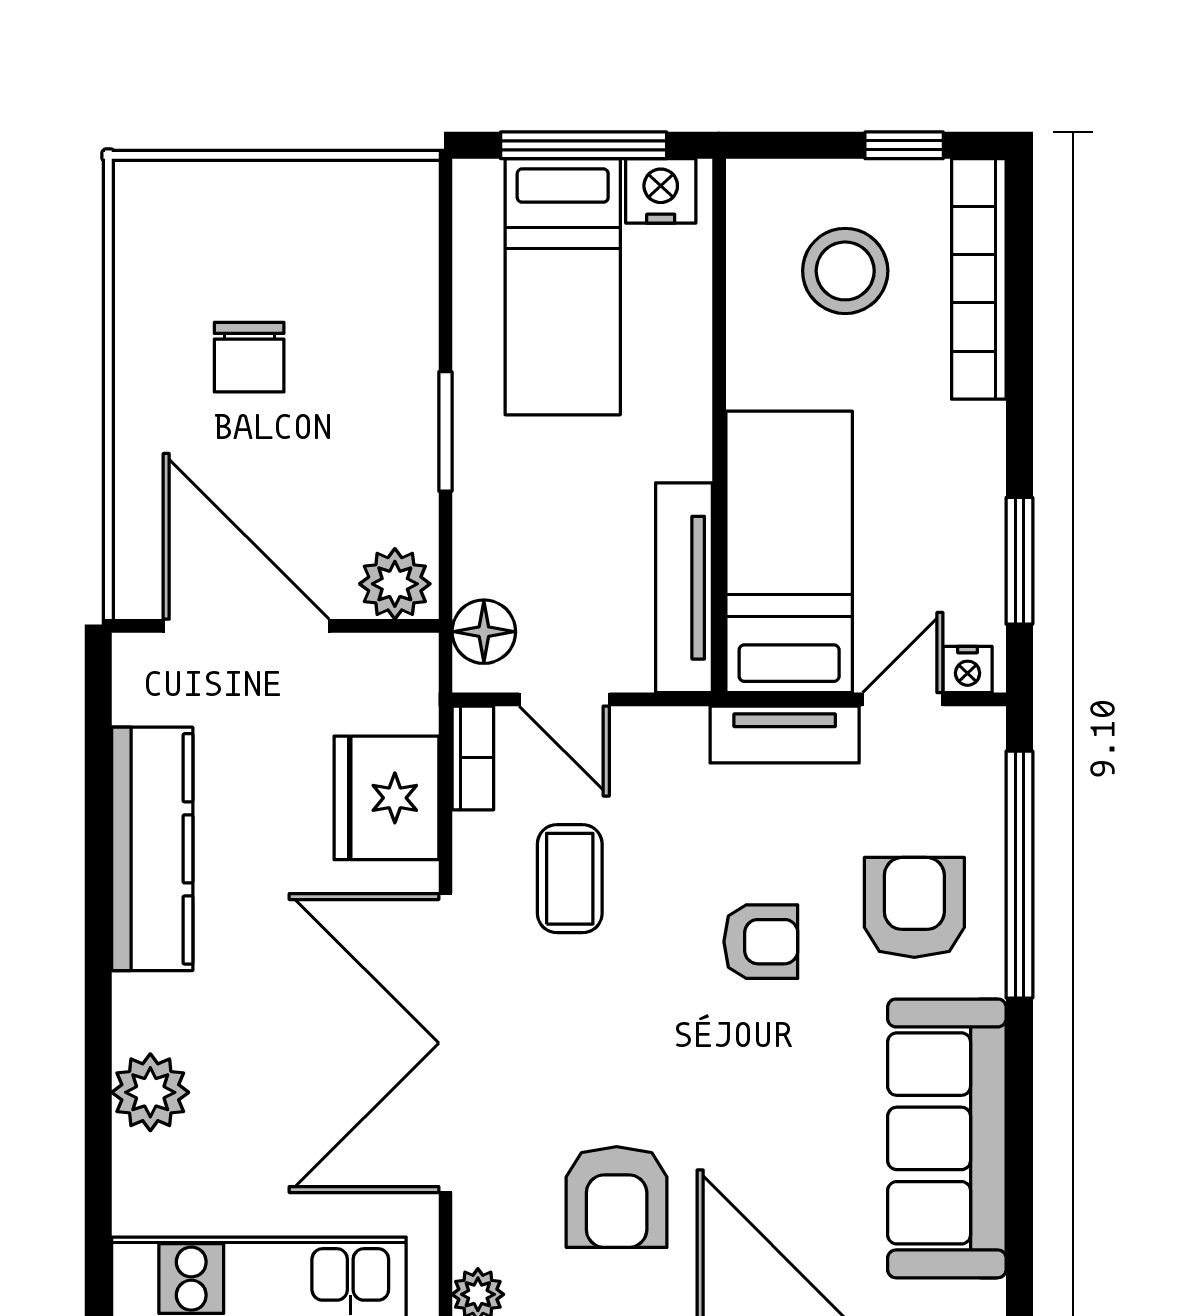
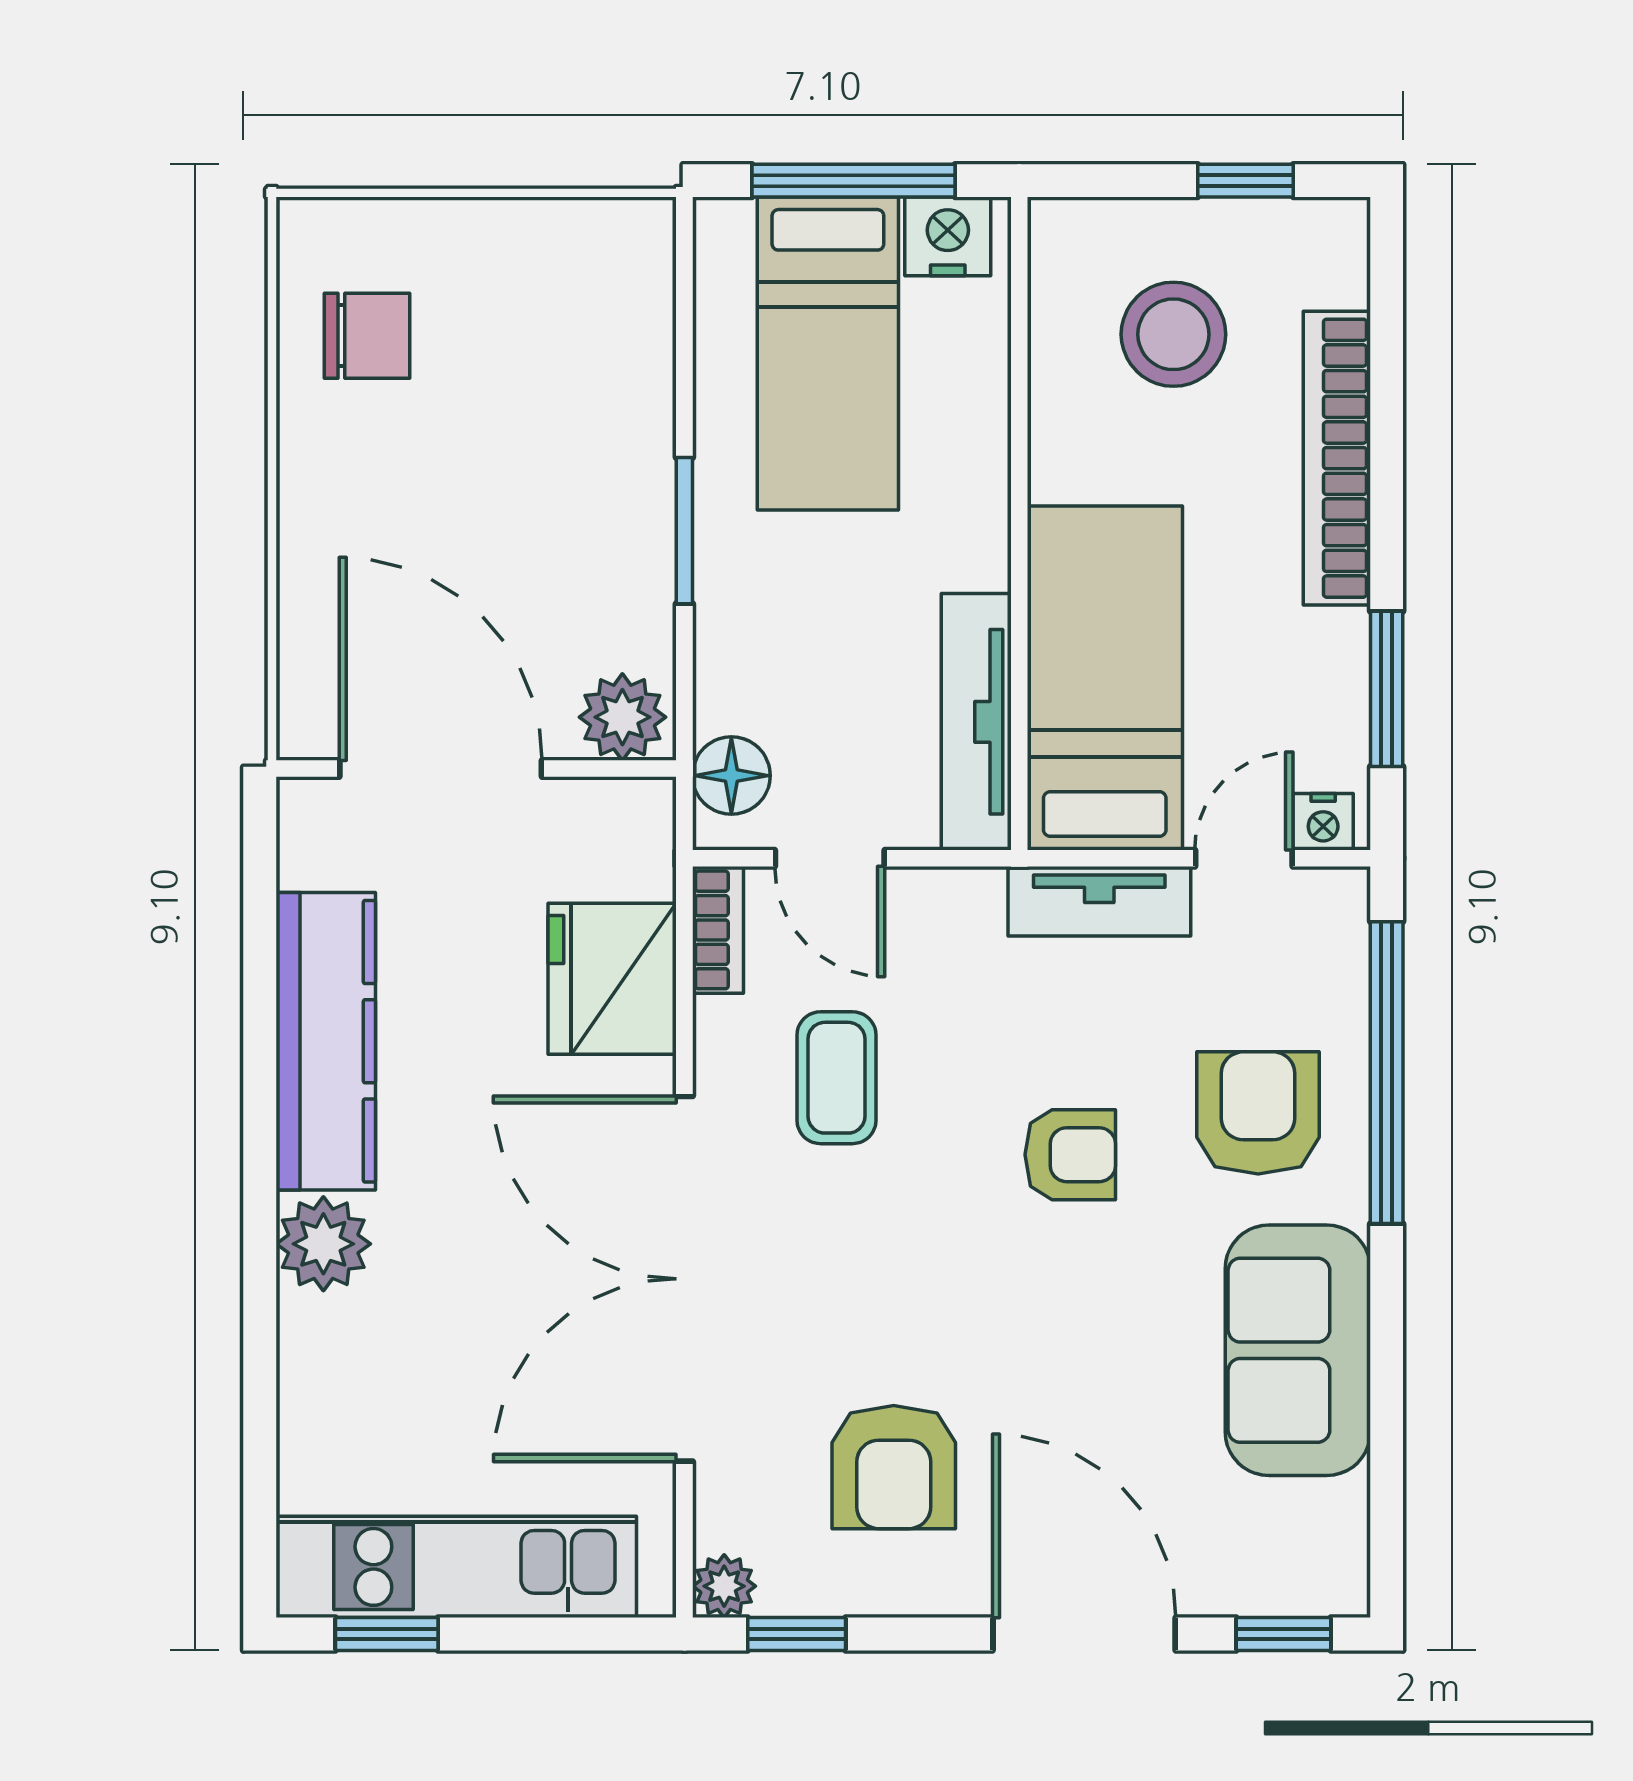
bookcase: (979, 279) -> (1337, 458), moved
chair: (249, 357) -> (367, 336), moved, turned -90
plant: (150, 1092) -> (323, 1244), moved
sofa: (947, 1138) -> (1298, 1350), width x0.73

